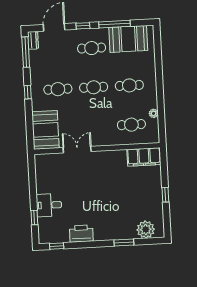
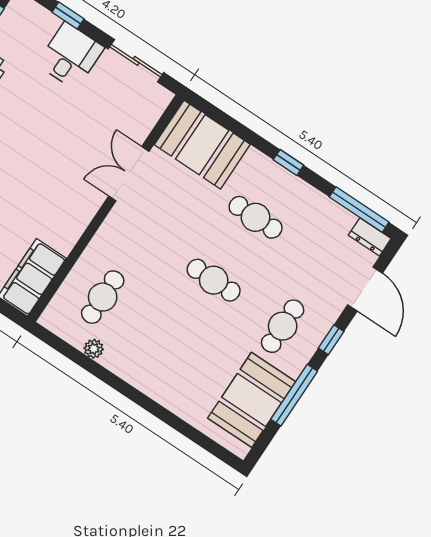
cafe table: (129, 85) -> (172, 343), removed
cafe table: (94, 87) -> (214, 280), turned 90
cafe table: (58, 89) -> (256, 217), turned 90
double door: (77, 150) -> (129, 174), swing flipped
sliding door: (32, 179) -> (136, 61), added

